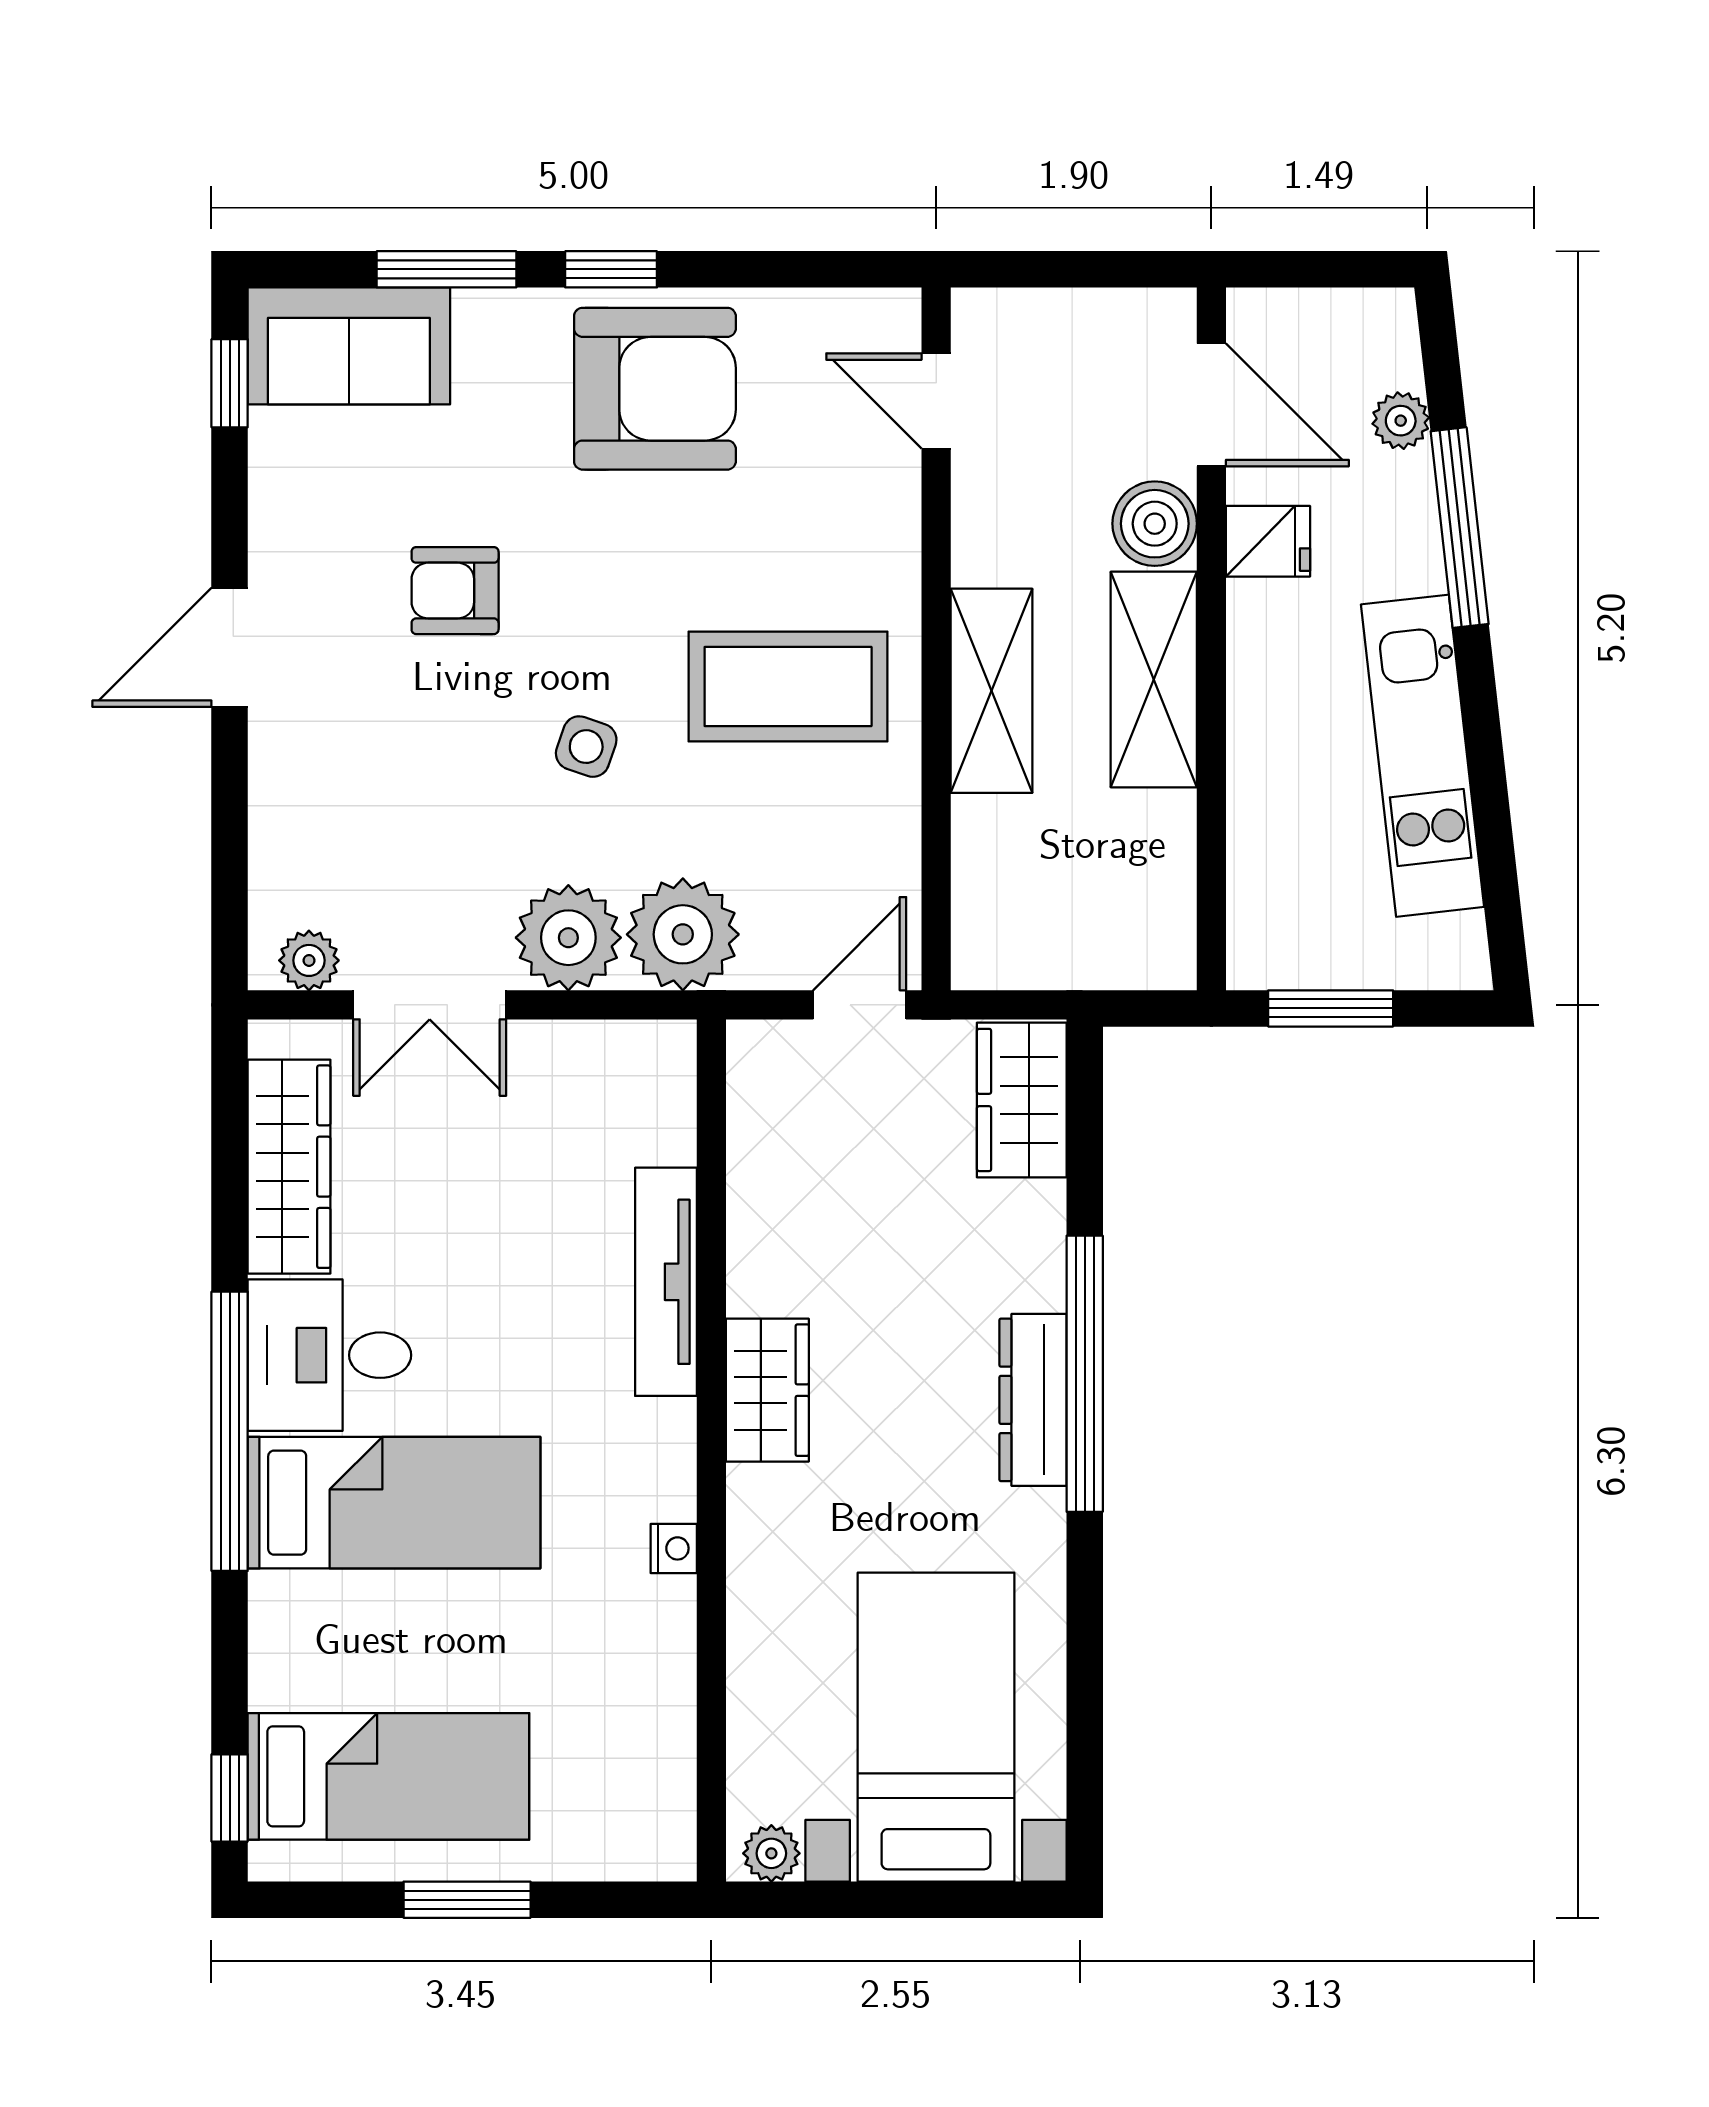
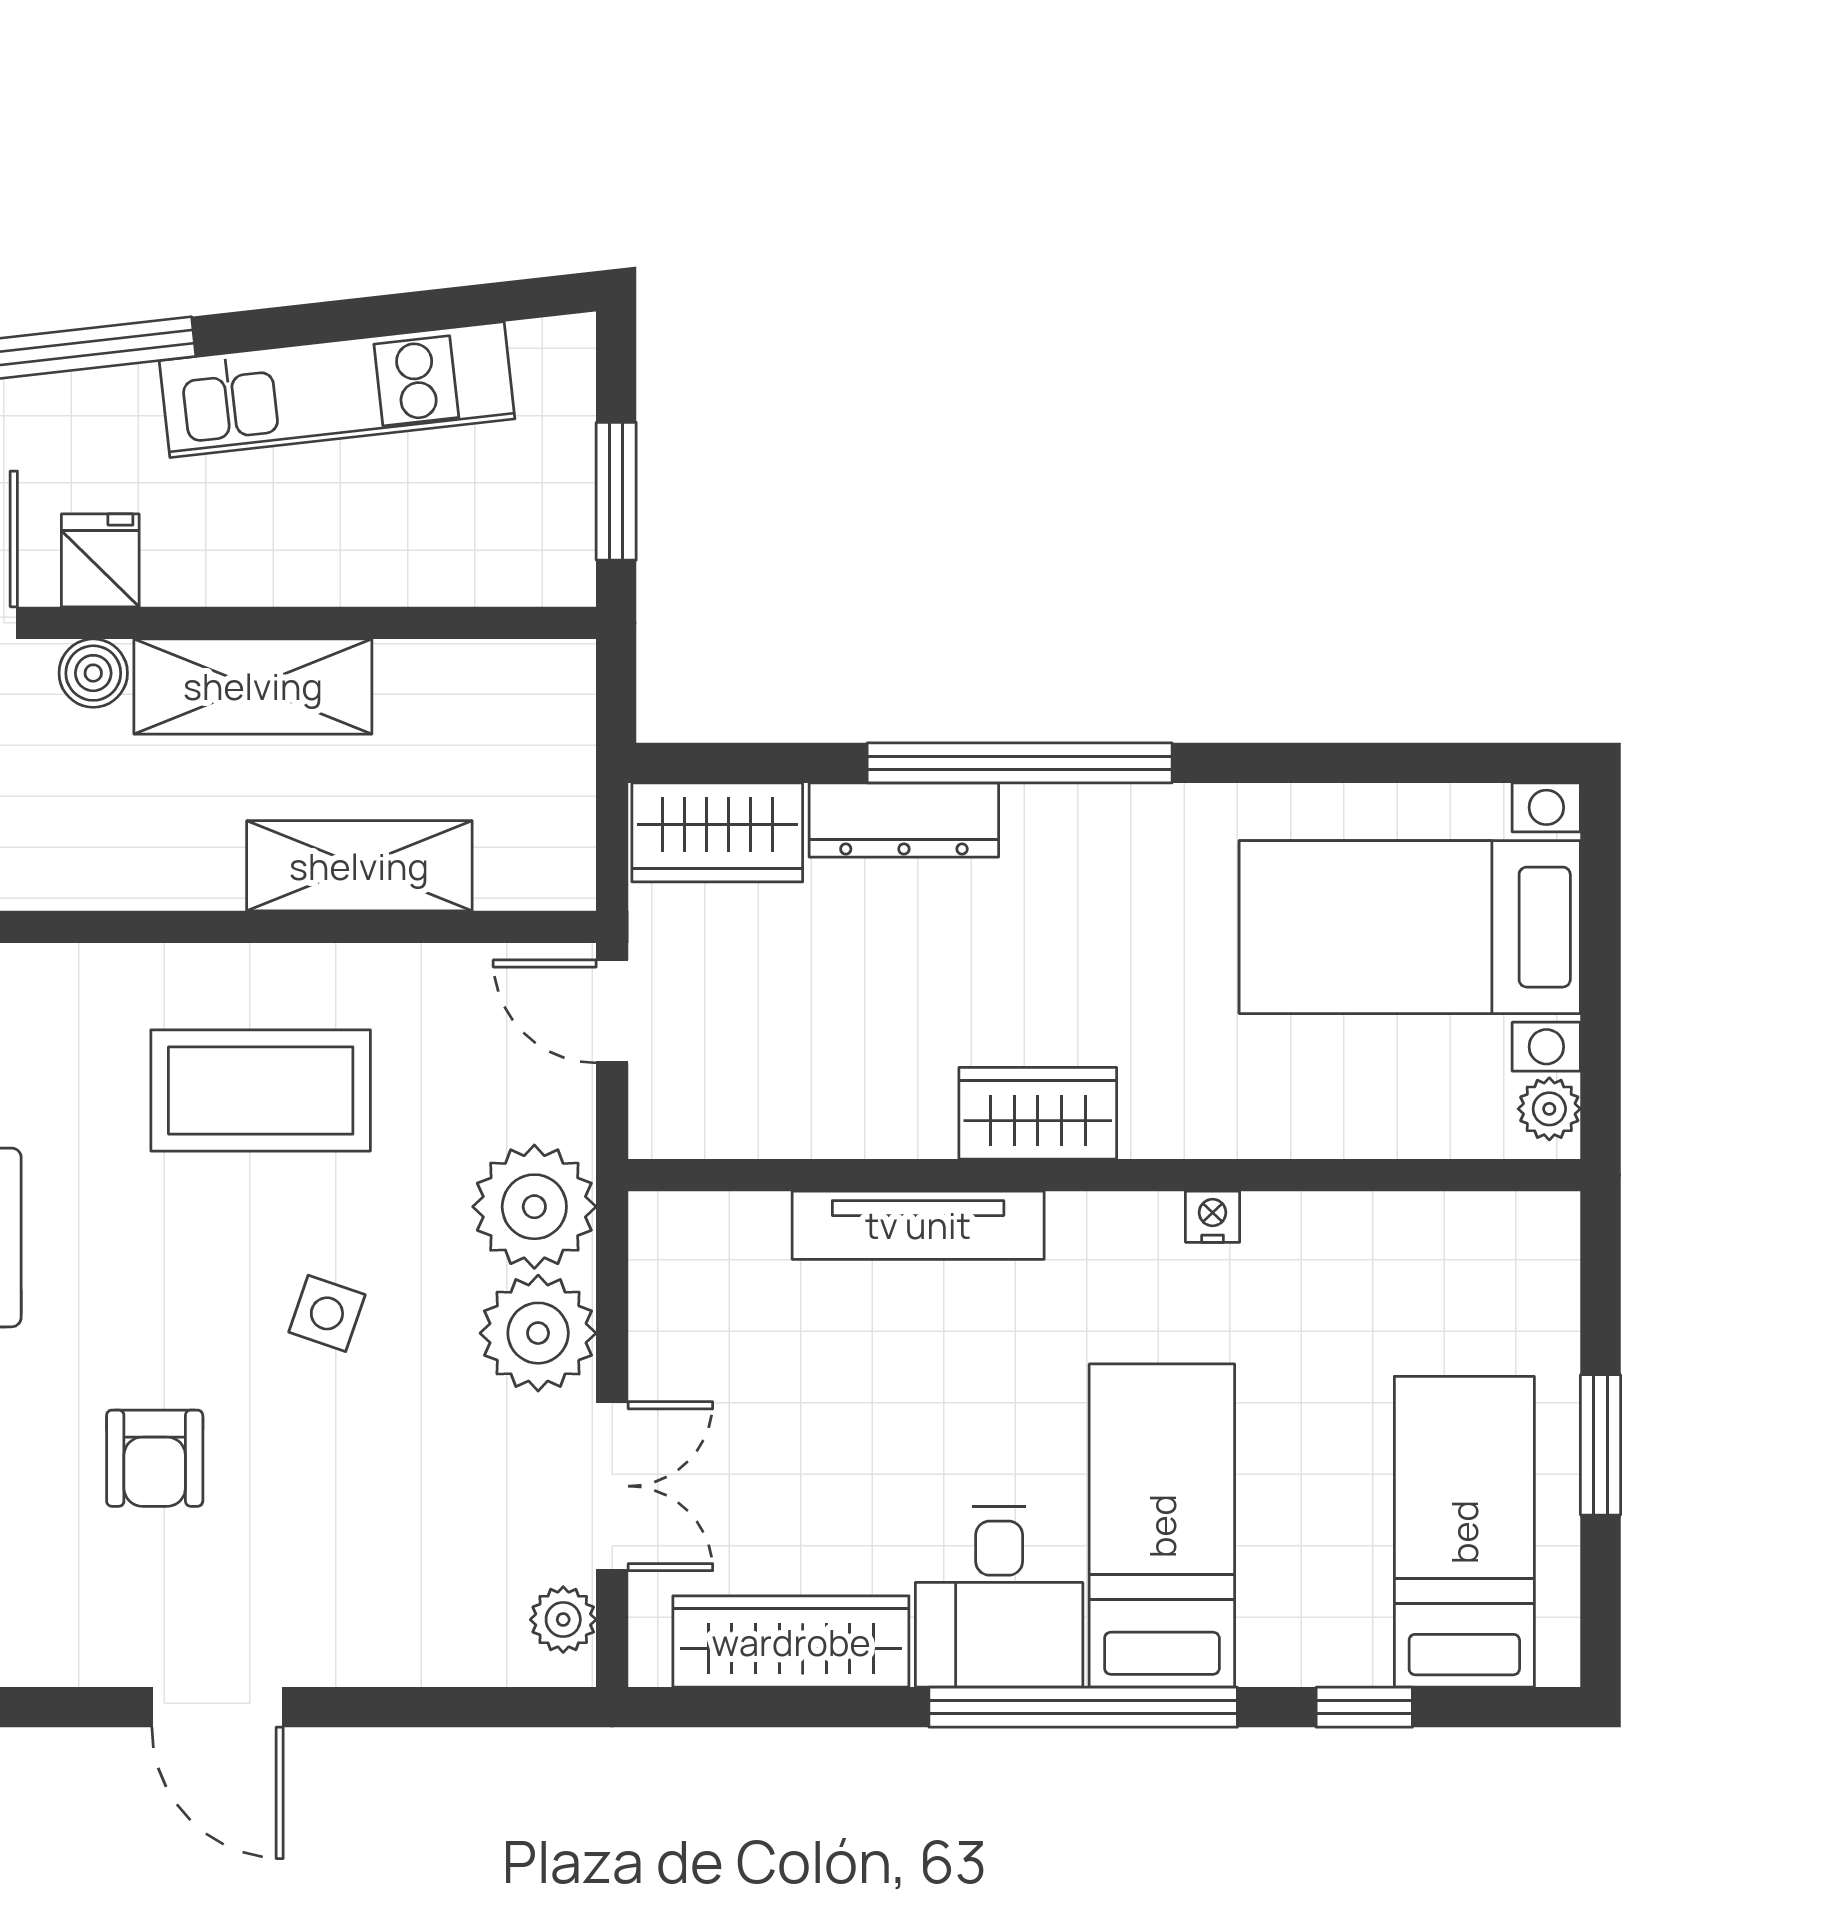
boiler: (1155, 524) -> (93, 673), width x0.73, depth x0.73
coffee table: (788, 687) -> (261, 1090), turned 90
shelving: (991, 691) -> (359, 866), moved
dresser: (1033, 1400) -> (904, 820), moved
window: (230, 1798) -> (1364, 1707), moved

